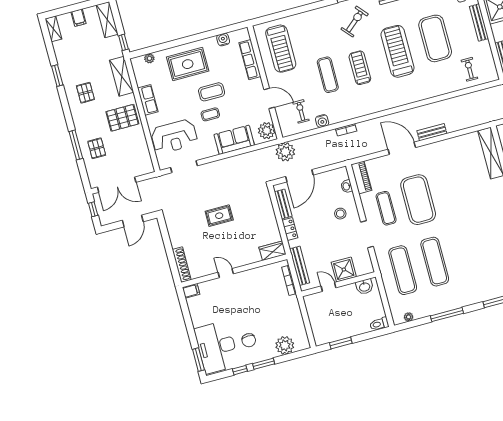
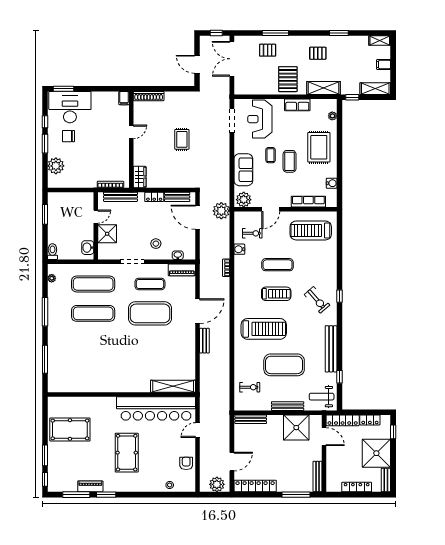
treadmill: (397, 51) -> (264, 329), moved

